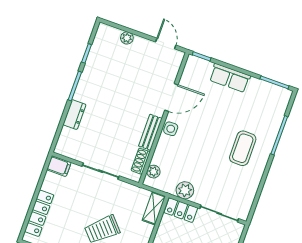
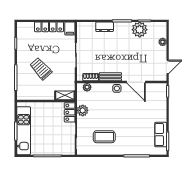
plant: (97, 65) -> (140, 30), added
row of seats: (230, 78) -> (161, 135), moved
coffee table: (243, 148) -> (104, 137), moved
locker: (39, 213) -> (49, 27), moved

